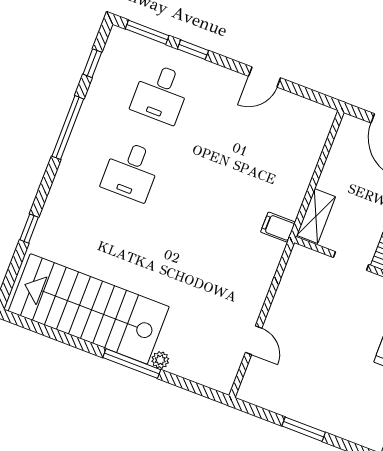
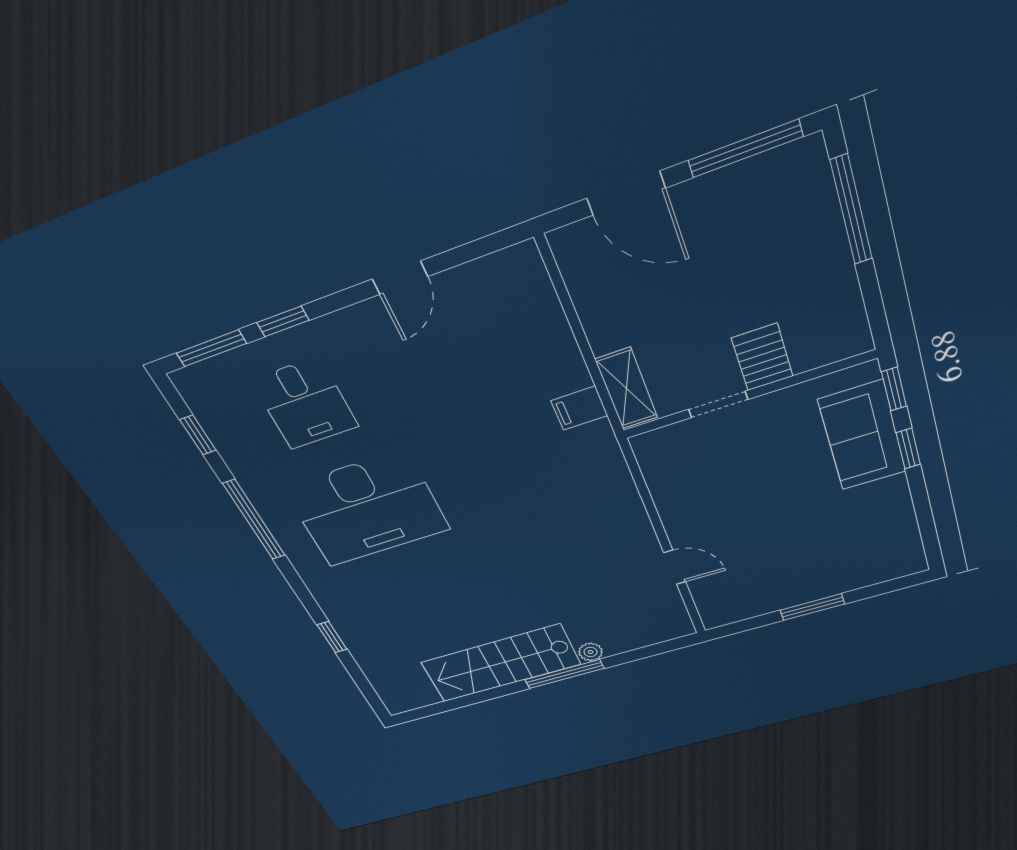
desk: (131, 171) -> (367, 509), width x1.87, depth x1.30
filing cabinet: (278, 227) -> (579, 408), moved
stairs: (89, 309) -> (501, 663), width x0.73, depth x0.66

